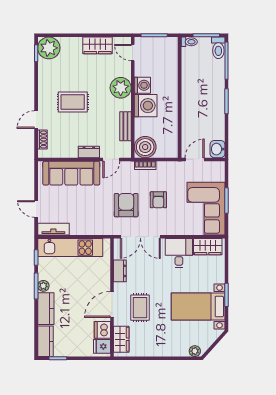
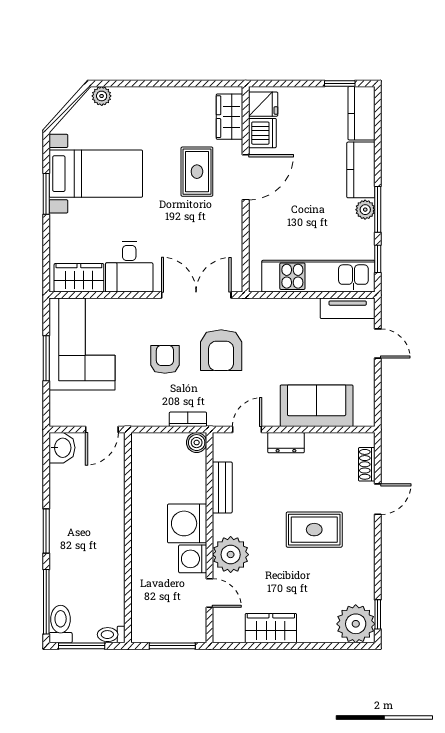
door: (133, 53) -> (210, 593), moved
boiler: (145, 147) -> (197, 443), width x0.54, depth x0.54
sofa: (71, 173) -> (317, 406), width x0.73
dresser: (120, 271) -> (232, 236), removed

